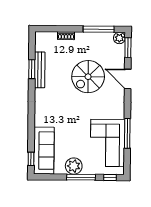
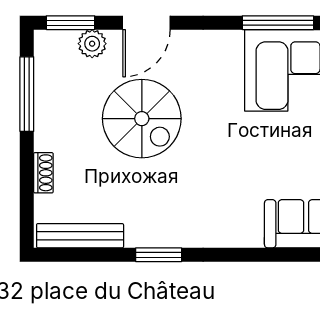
plant: (119, 38) -> (92, 44), moved
window: (32, 69) -> (159, 255), moved
bench: (40, 70) -> (80, 236), moved

